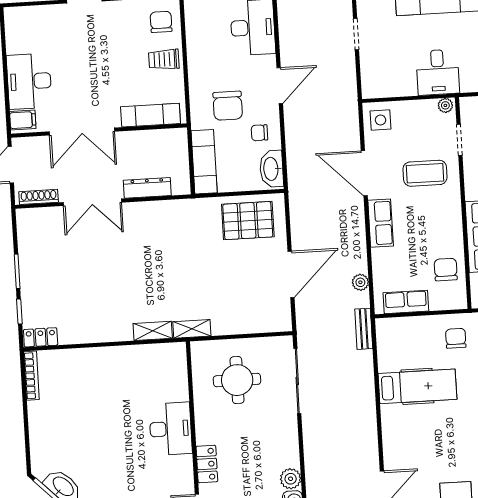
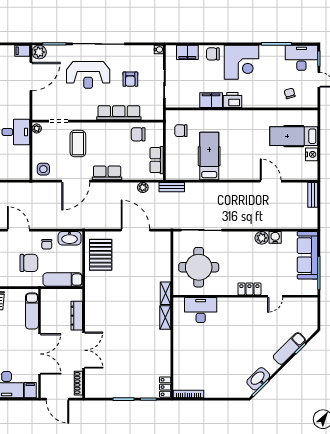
round table: (237, 380) -> (199, 267), width x1.36, depth x1.36
desk: (171, 429) -> (201, 310), moved

